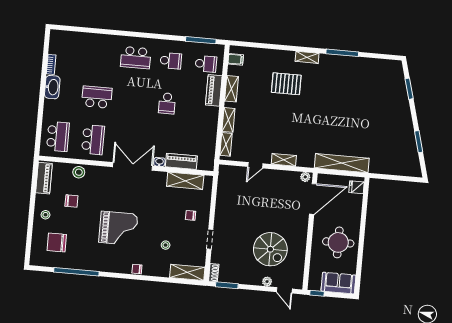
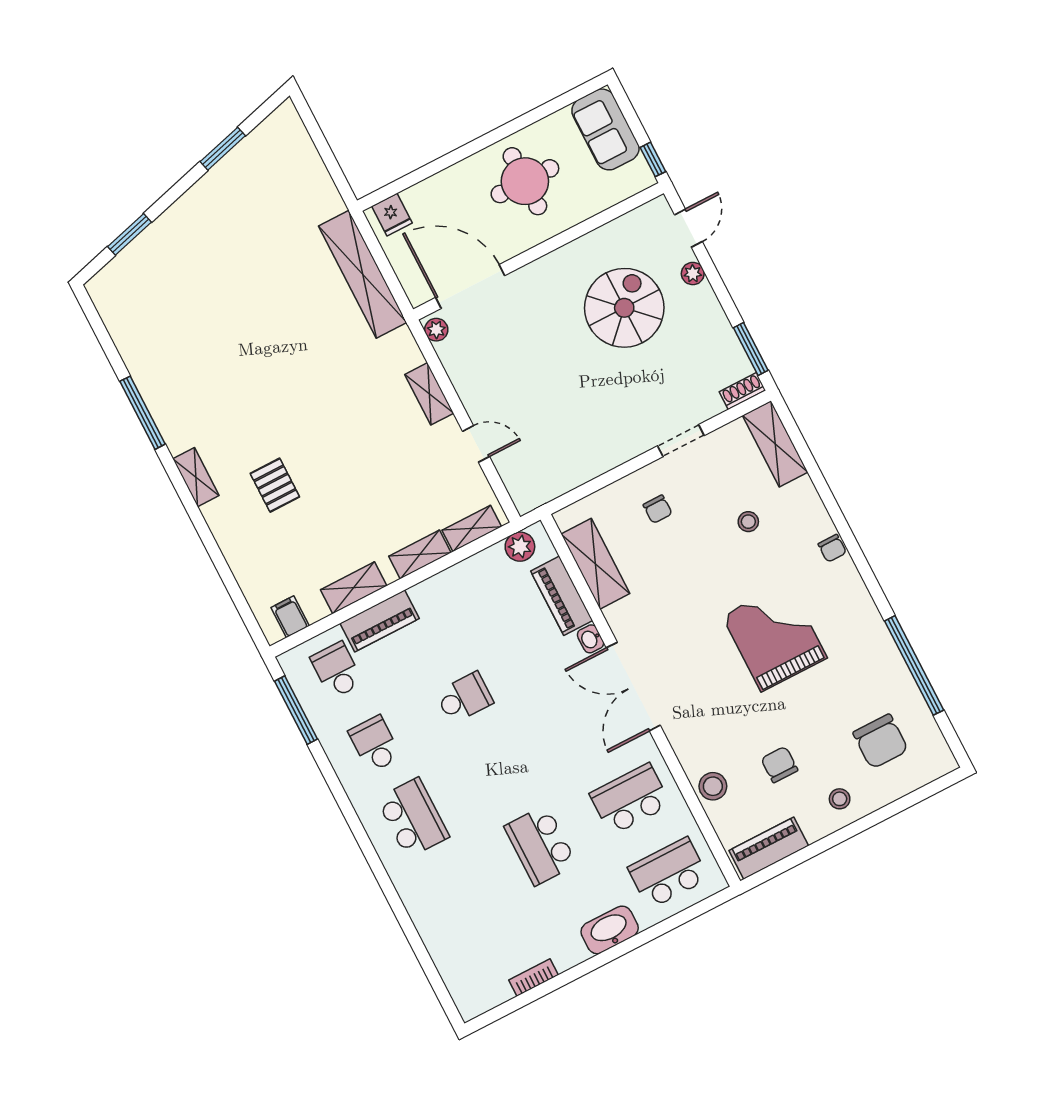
pallet: (286, 84) -> (275, 485), width x0.67, depth x0.71
washbasin: (52, 87) -> (610, 930), moved
plant: (208, 158) -> (520, 547), added

